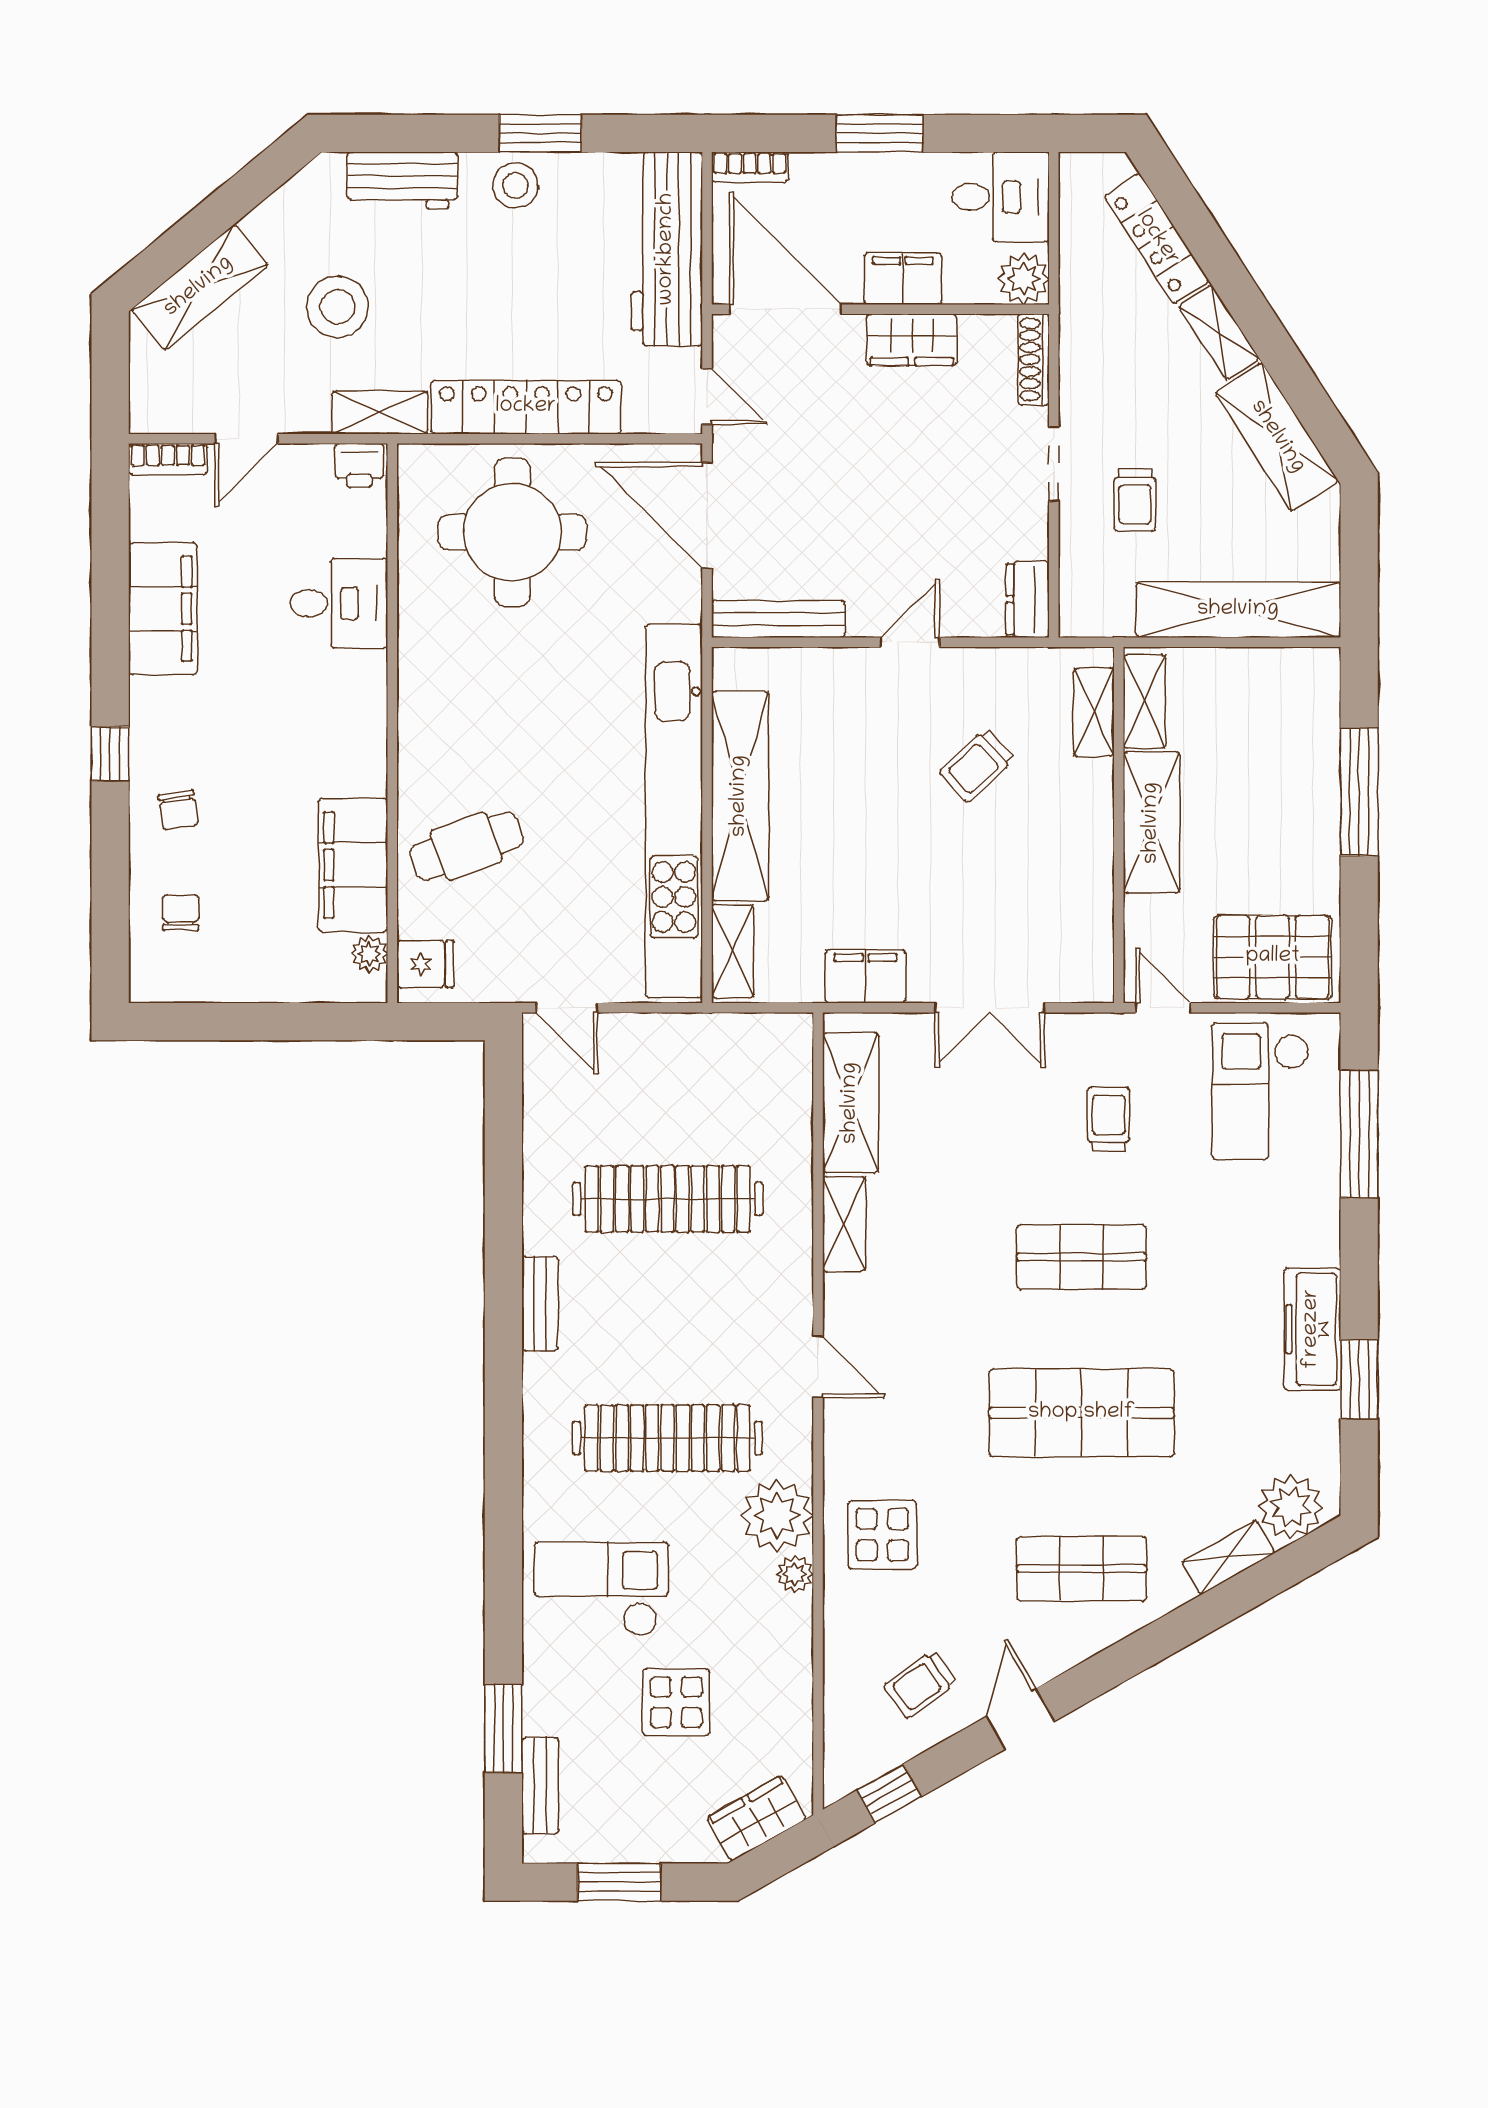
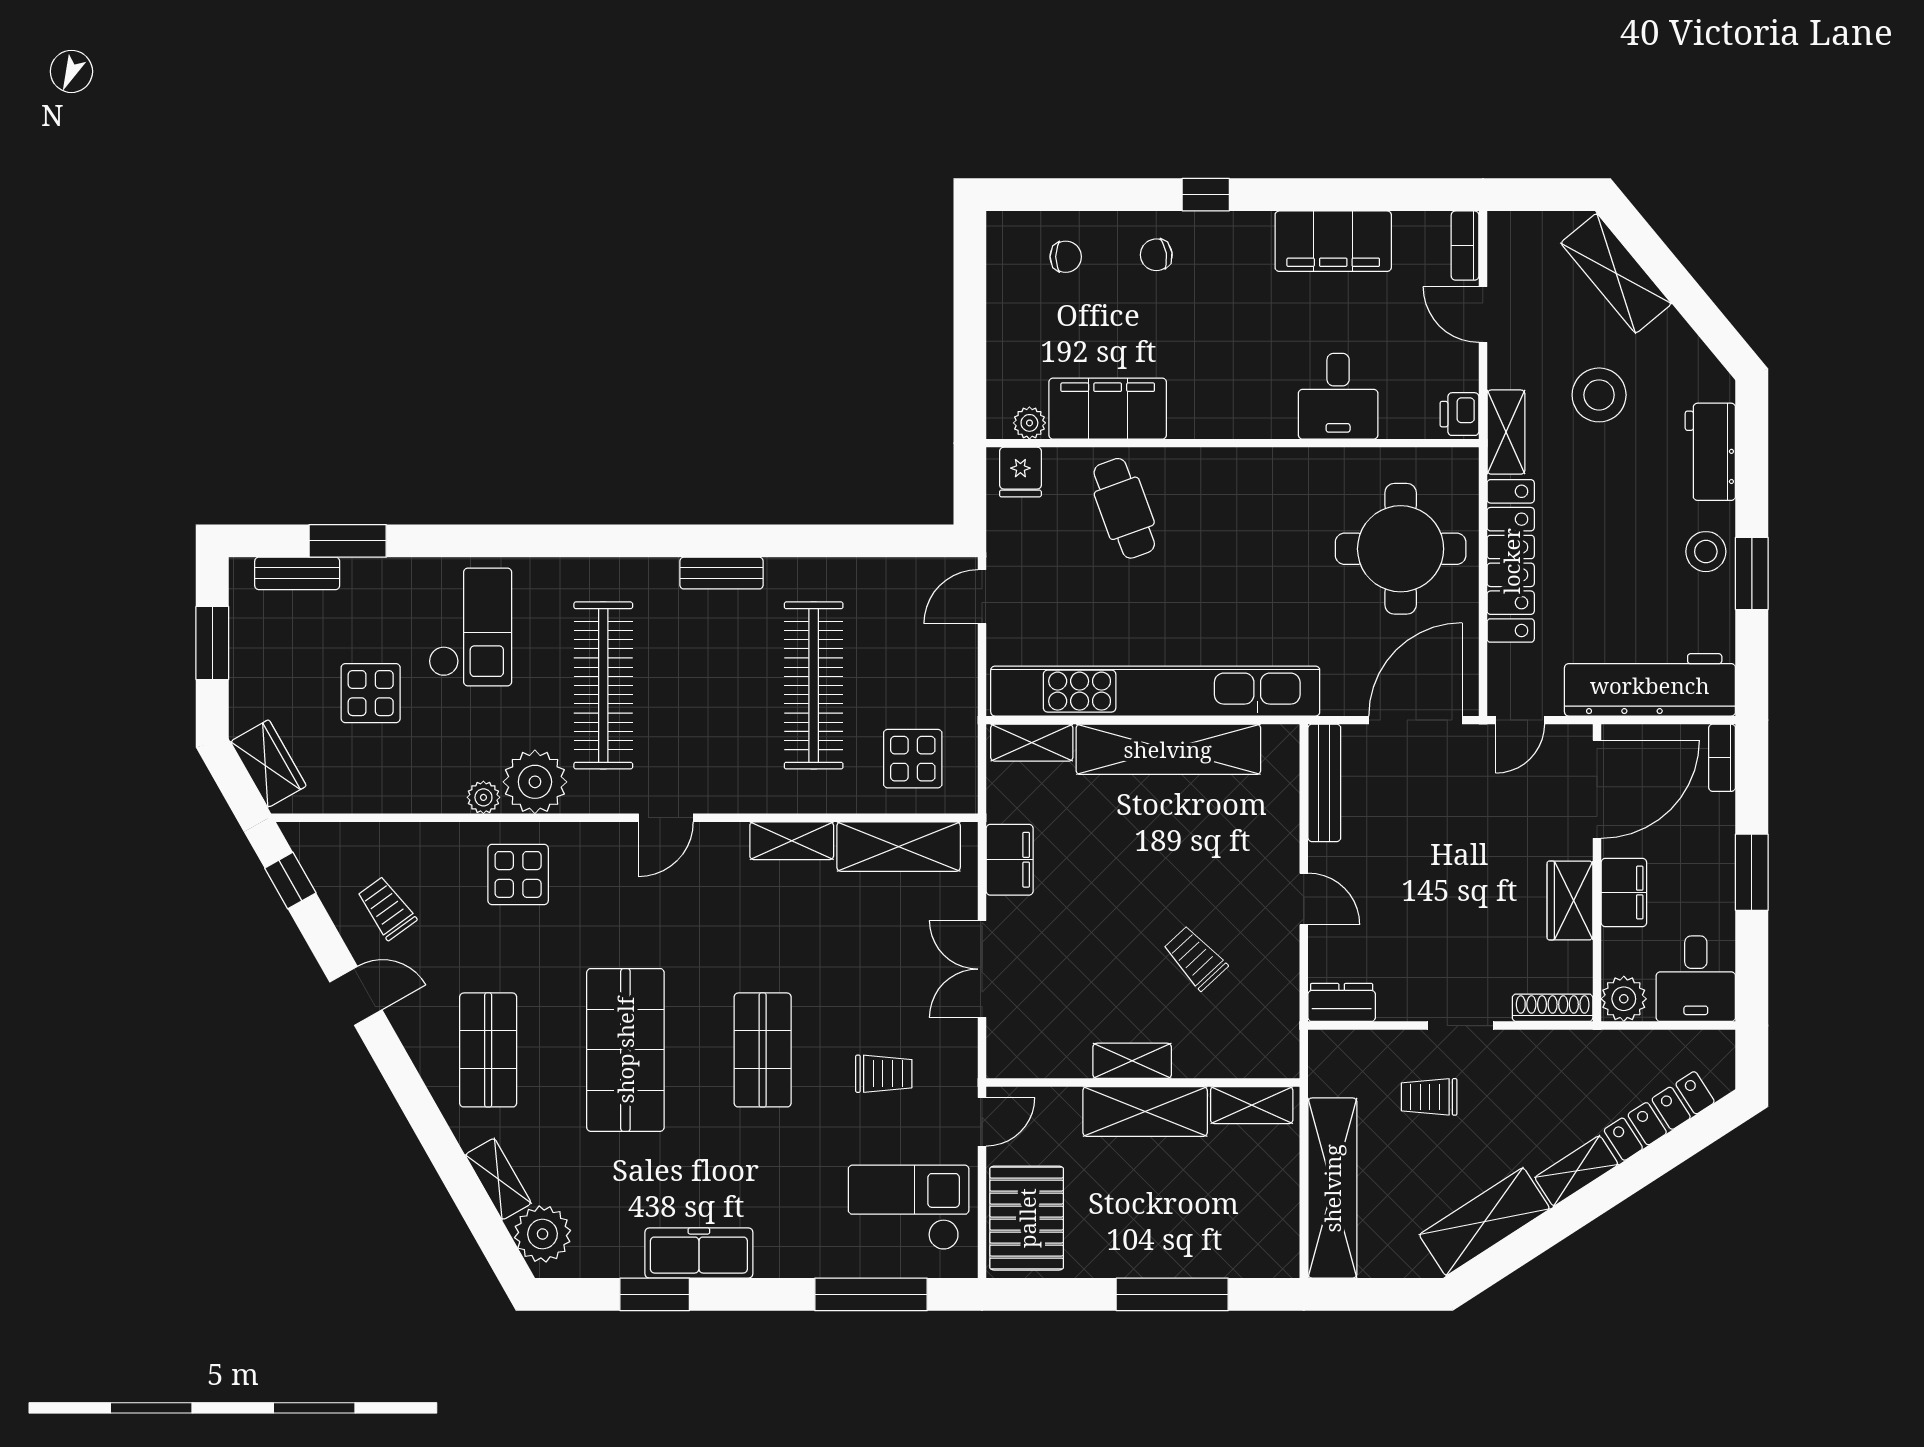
shelving: (1094, 712) -> (1132, 1061), moved
display table: (751, 1086) -> (913, 759), added

